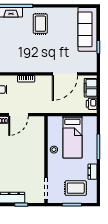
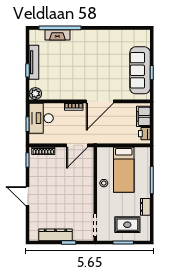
rug: (40, 24) -> (89, 47), removed
sofa: (87, 29) -> (140, 70), moved
door: (65, 74) -> (100, 101), moved
door: (18, 115) -> (77, 145), moved

